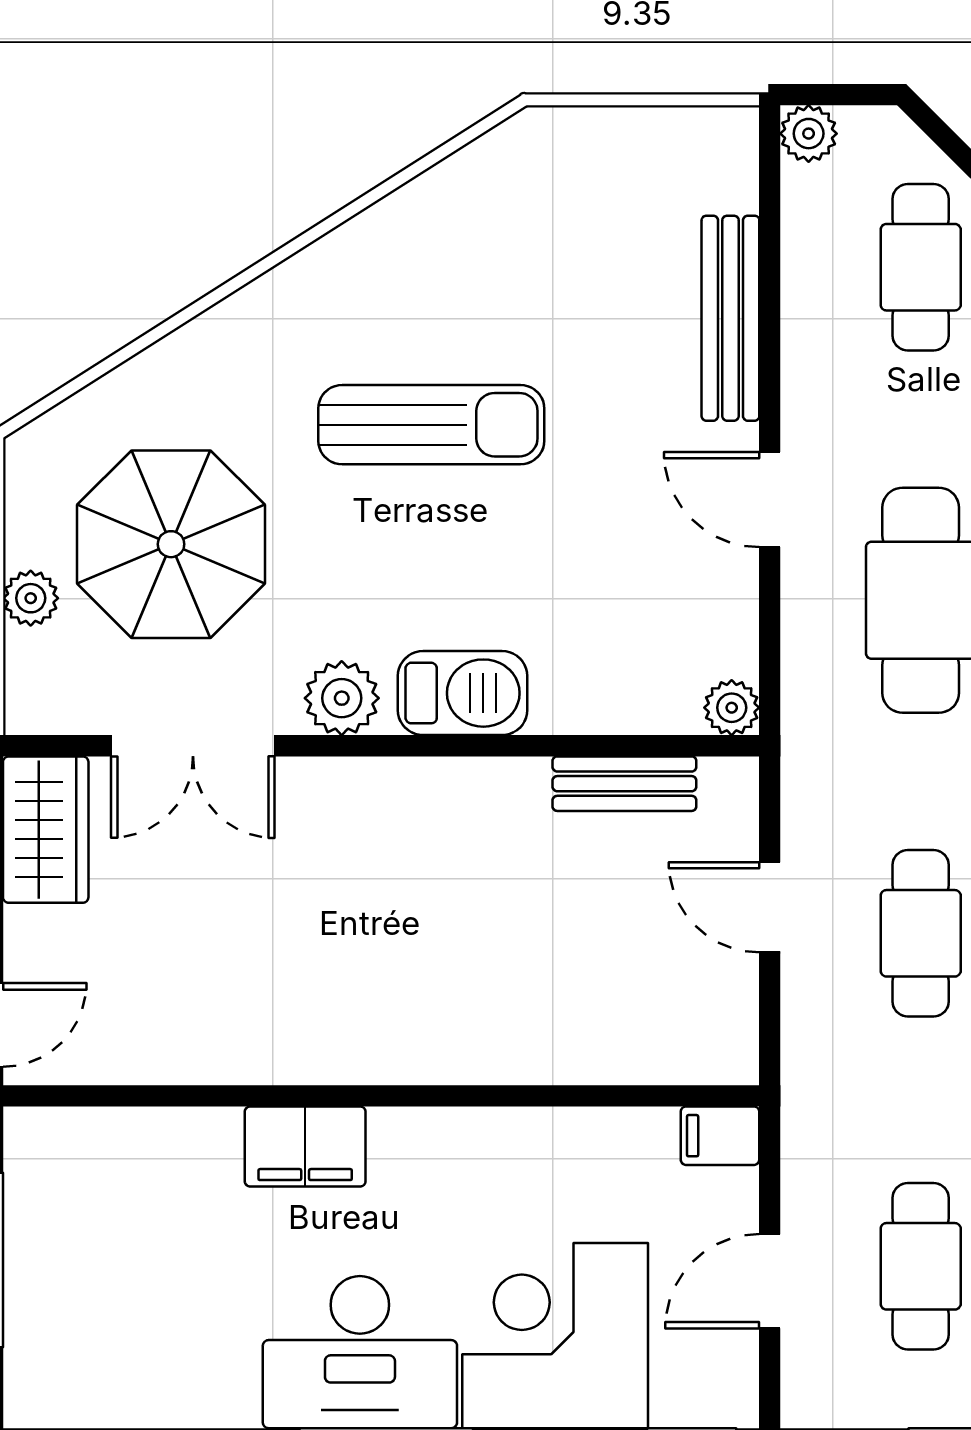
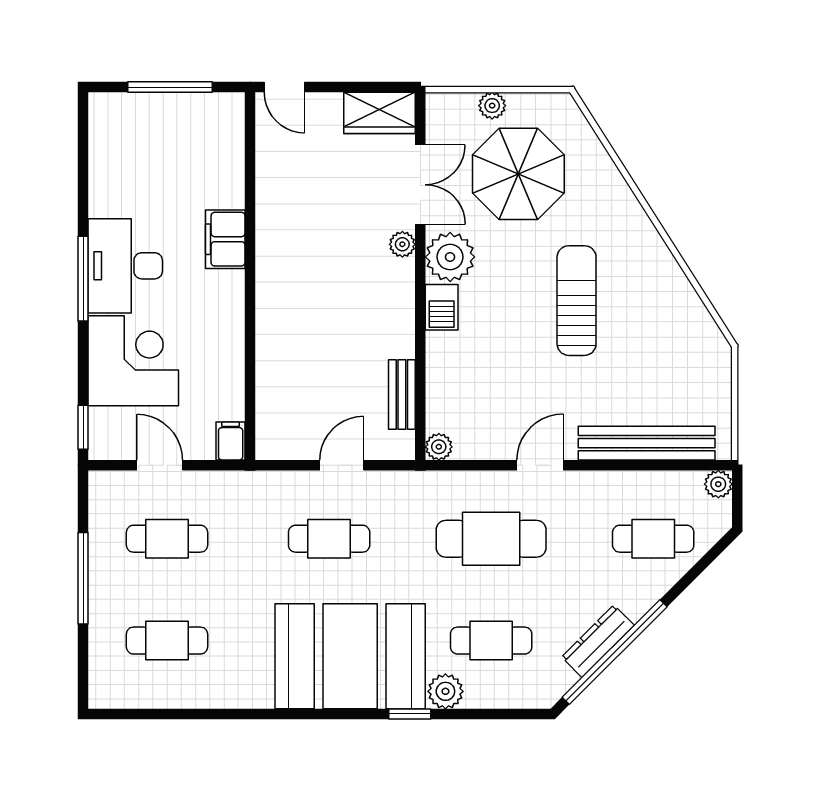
bench: (730, 318) -> (647, 443), width x1.37, depth x1.21
sun lounger: (431, 425) -> (577, 301), turned 180
barbecue: (463, 693) -> (442, 307), width x0.73, depth x0.79
plant: (342, 698) -> (450, 257), width x1.36, depth x1.36
double door: (193, 746) -> (420, 185), swing flipped
plant: (316, 783) -> (402, 244), added

